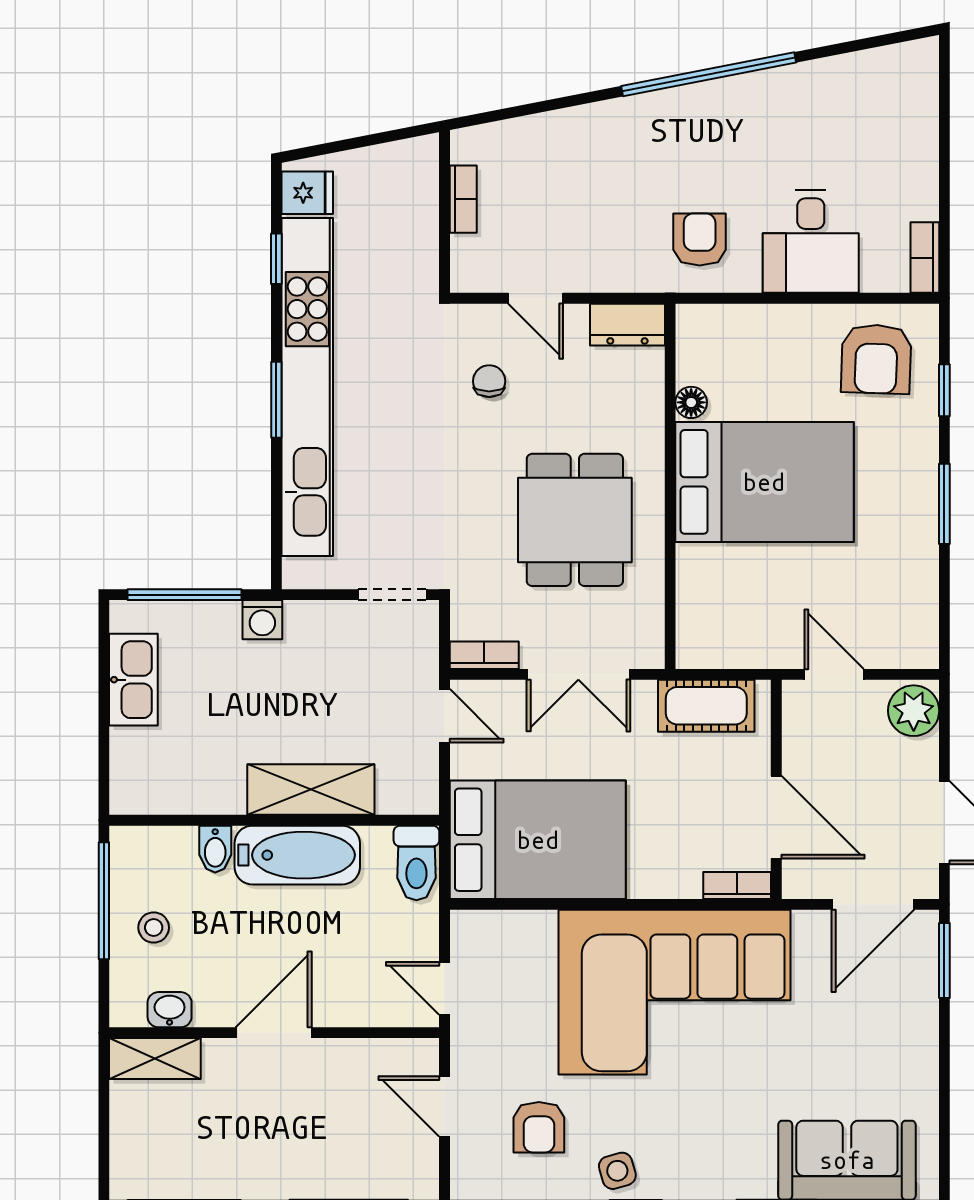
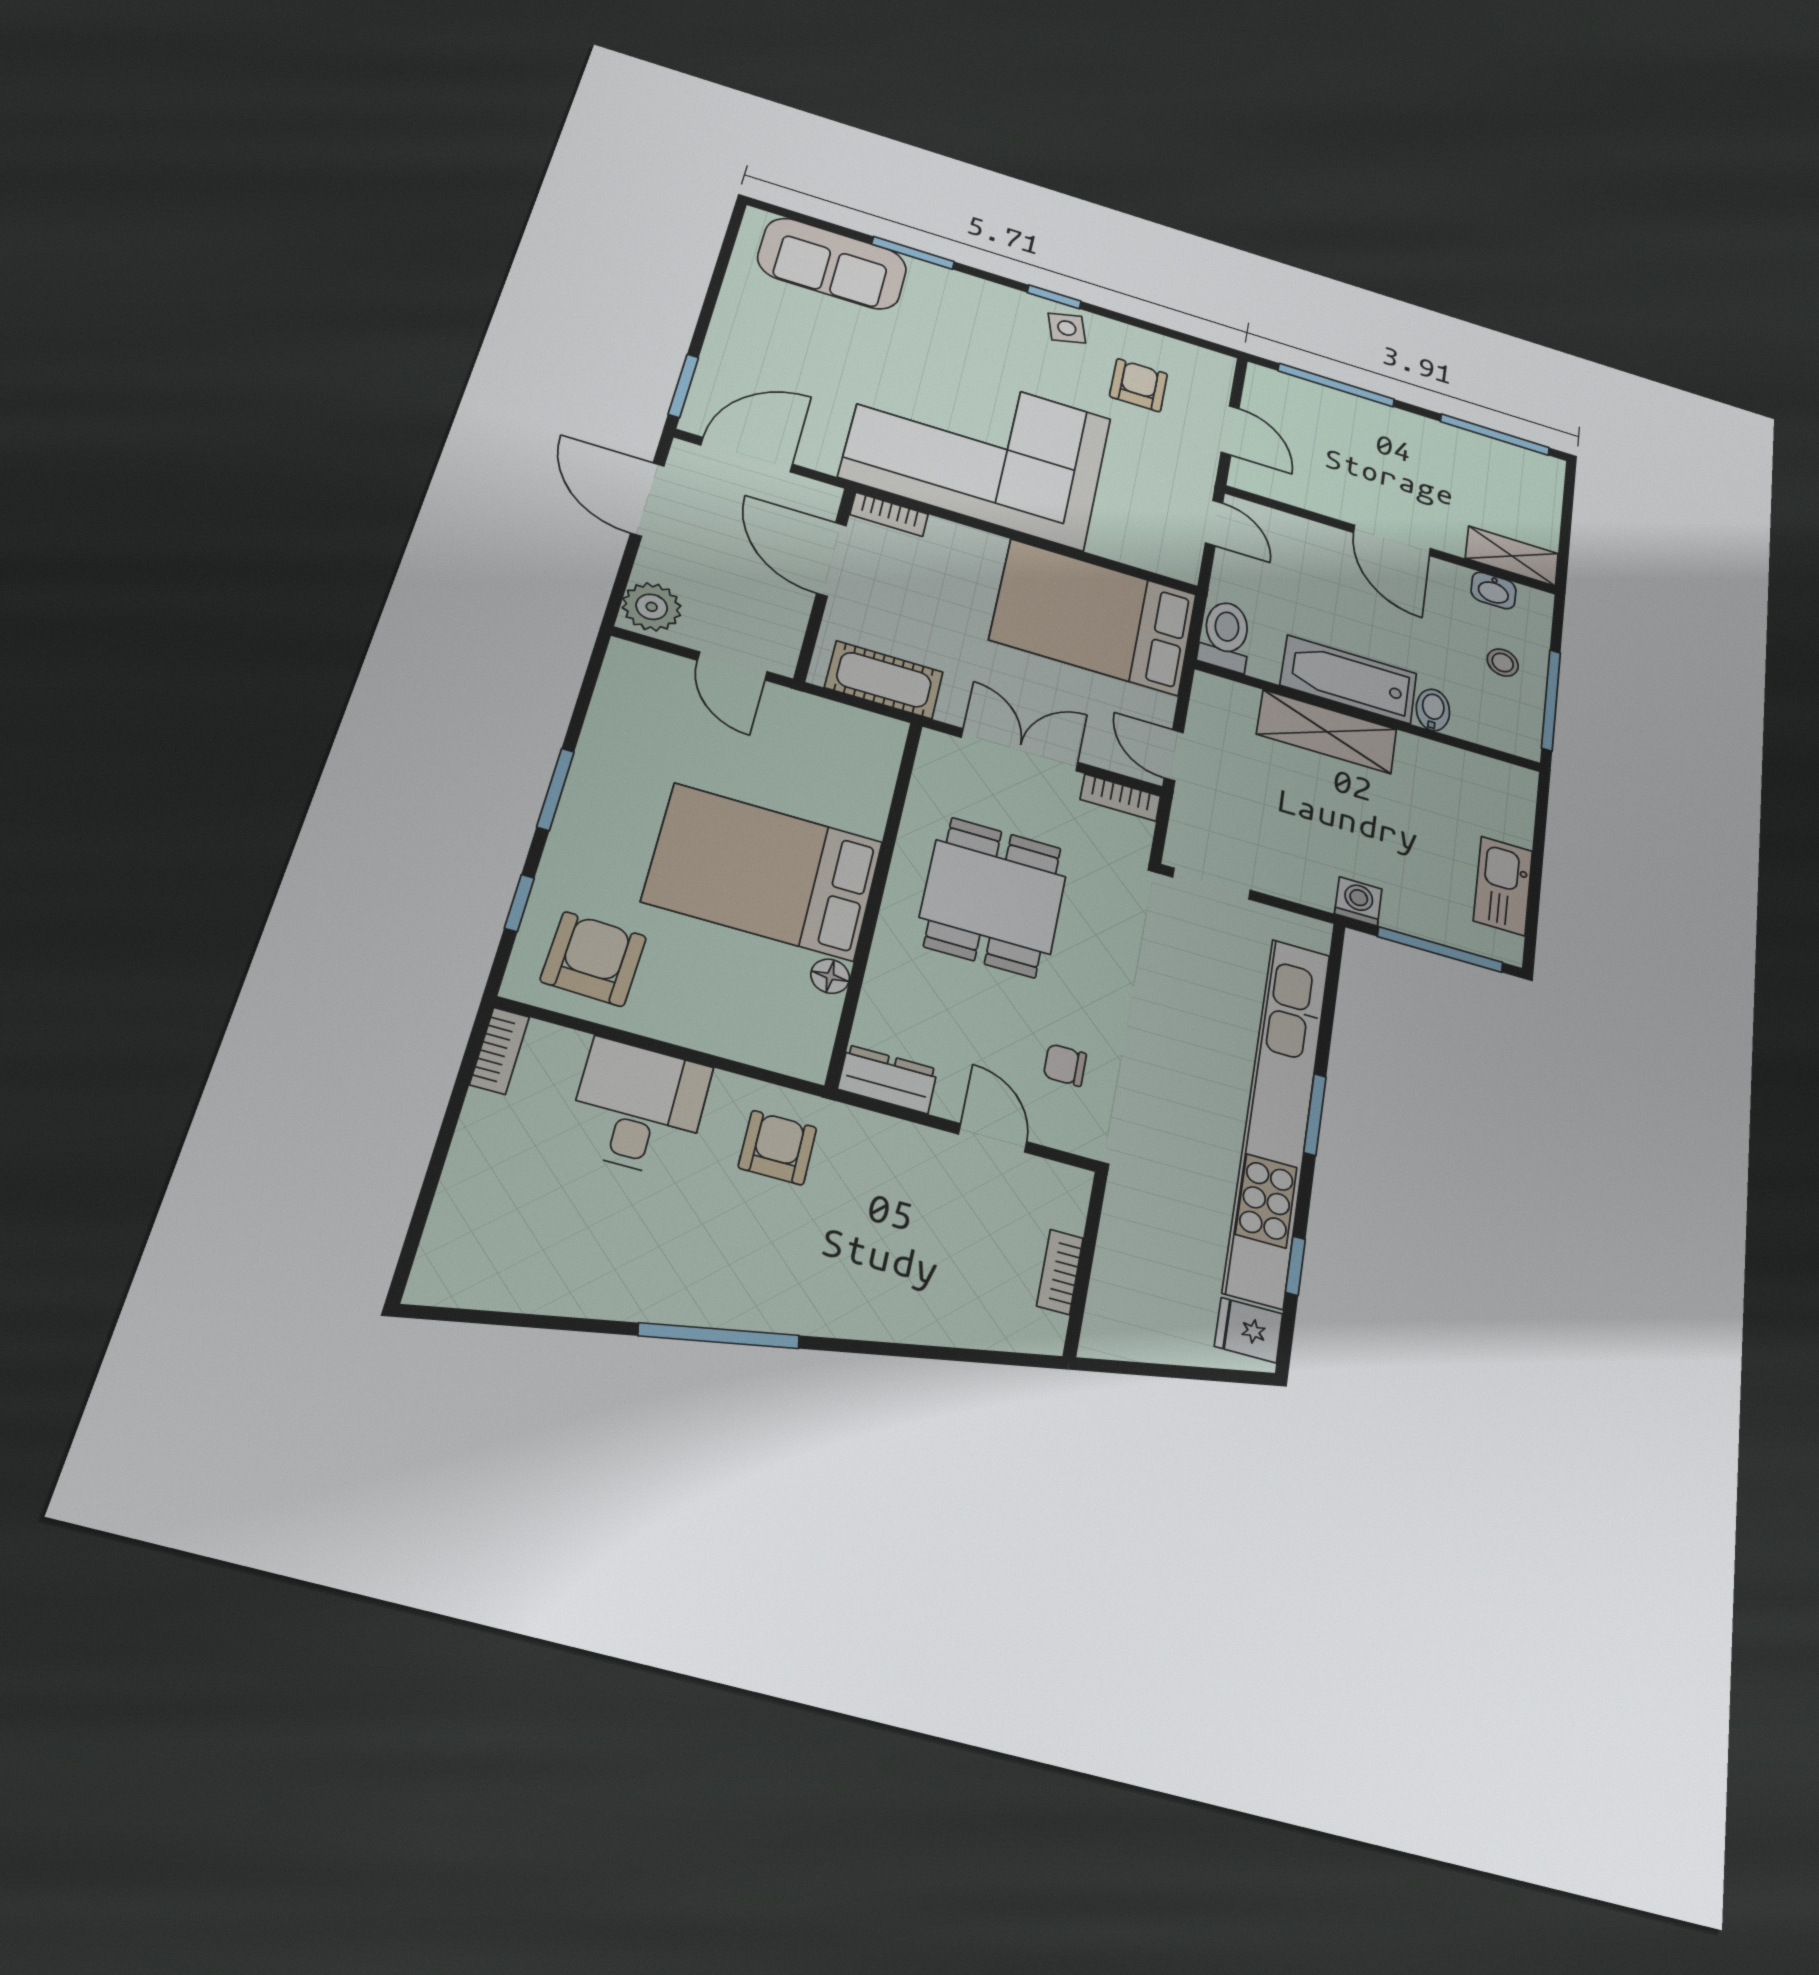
window: (709, 74) -> (719, 1336), width x0.68
armchair: (700, 239) -> (777, 1148), turned 180
chair: (489, 381) -> (1065, 1065), turned 90
door: (274, 1033) -> (1392, 540), hinge flipped

